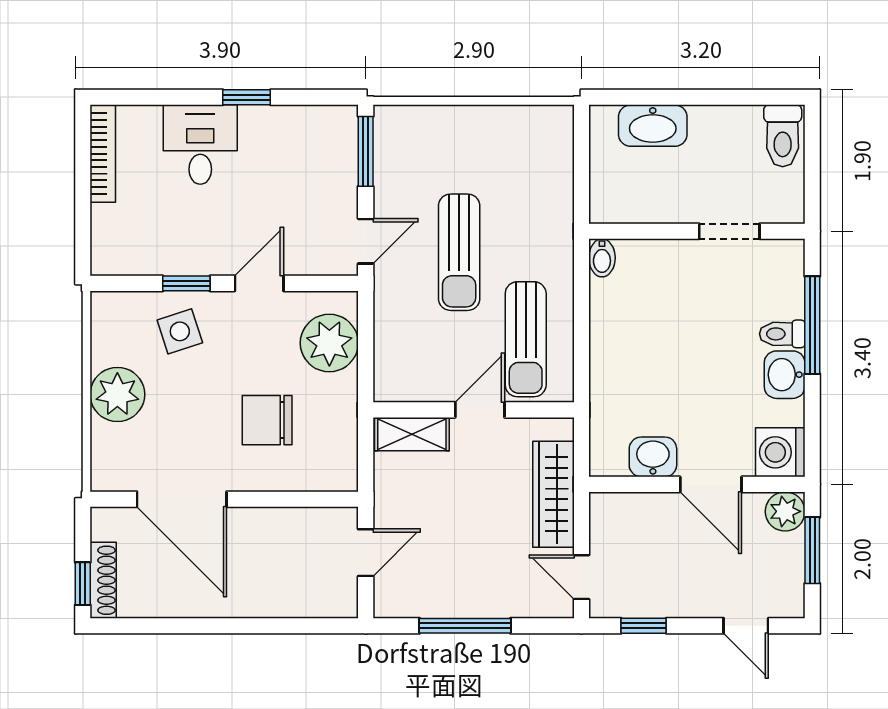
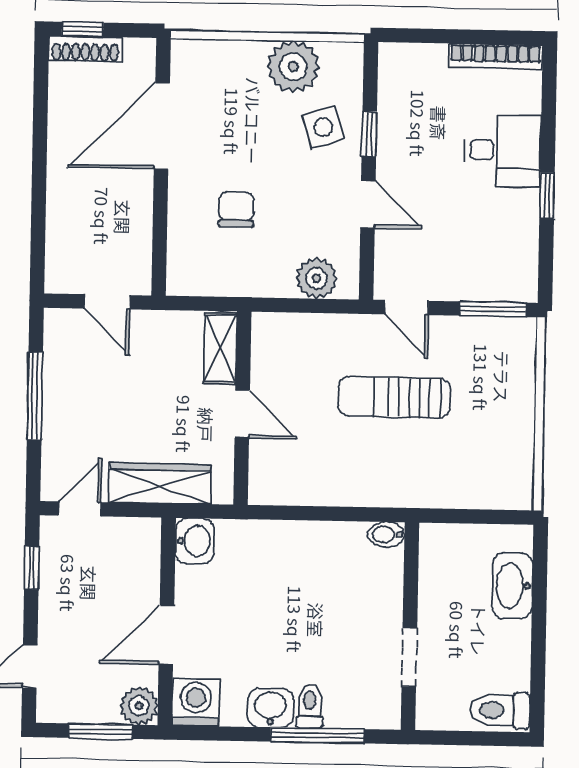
sun lounger: (526, 339) -> (309, 460), removed
plant: (329, 343) -> (317, 278), width x0.73, depth x0.73
plant: (117, 394) -> (293, 67), moved
chair: (267, 420) -> (236, 210), width x0.73, depth x0.73
washbasin: (653, 457) -> (195, 541), moved

